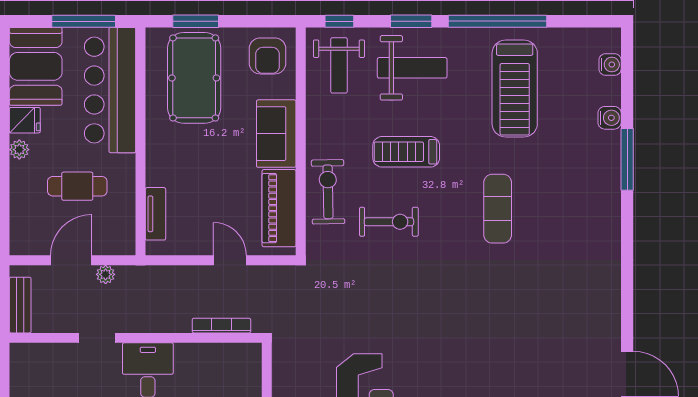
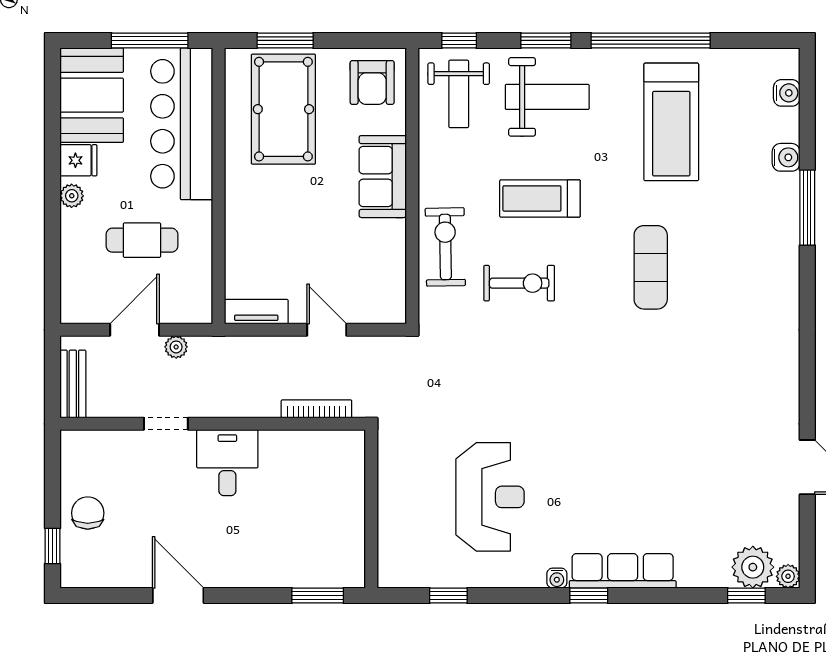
piano: (279, 208) -> (386, 267), removed
tv unit: (155, 214) -> (256, 312), moved, turned -90

